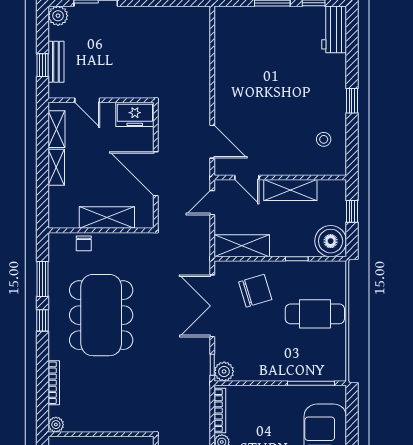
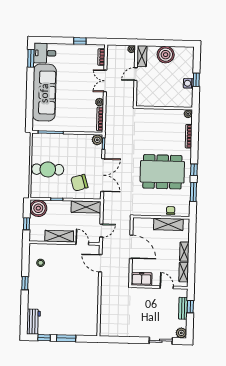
shelving: (107, 218) -> (168, 224), moved
dining table: (101, 315) -> (162, 172), turned 90

